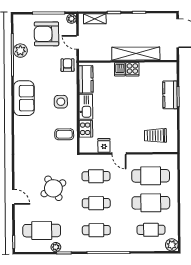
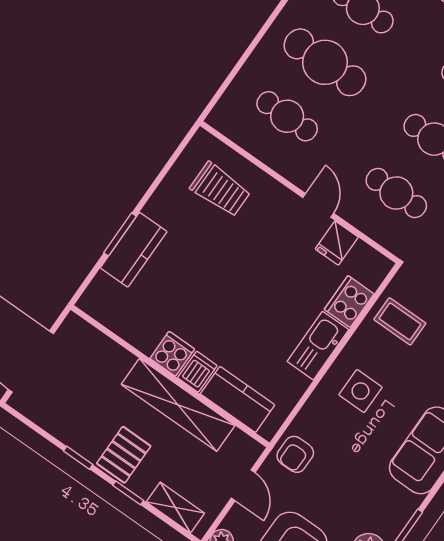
pallet: (125, 24) -> (124, 455), added
shelving: (136, 54) -> (178, 405), moved
kitchen counter: (86, 79) -> (238, 399), moved, turned 90
cafe table: (151, 176) -> (287, 116), width x0.73, depth x0.74

